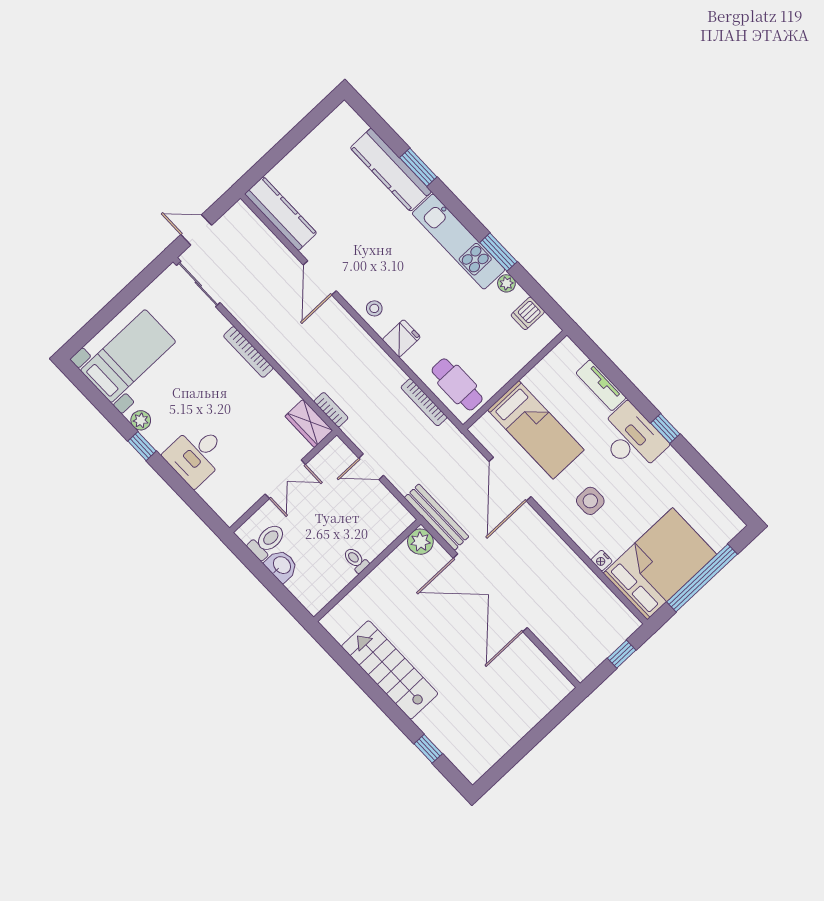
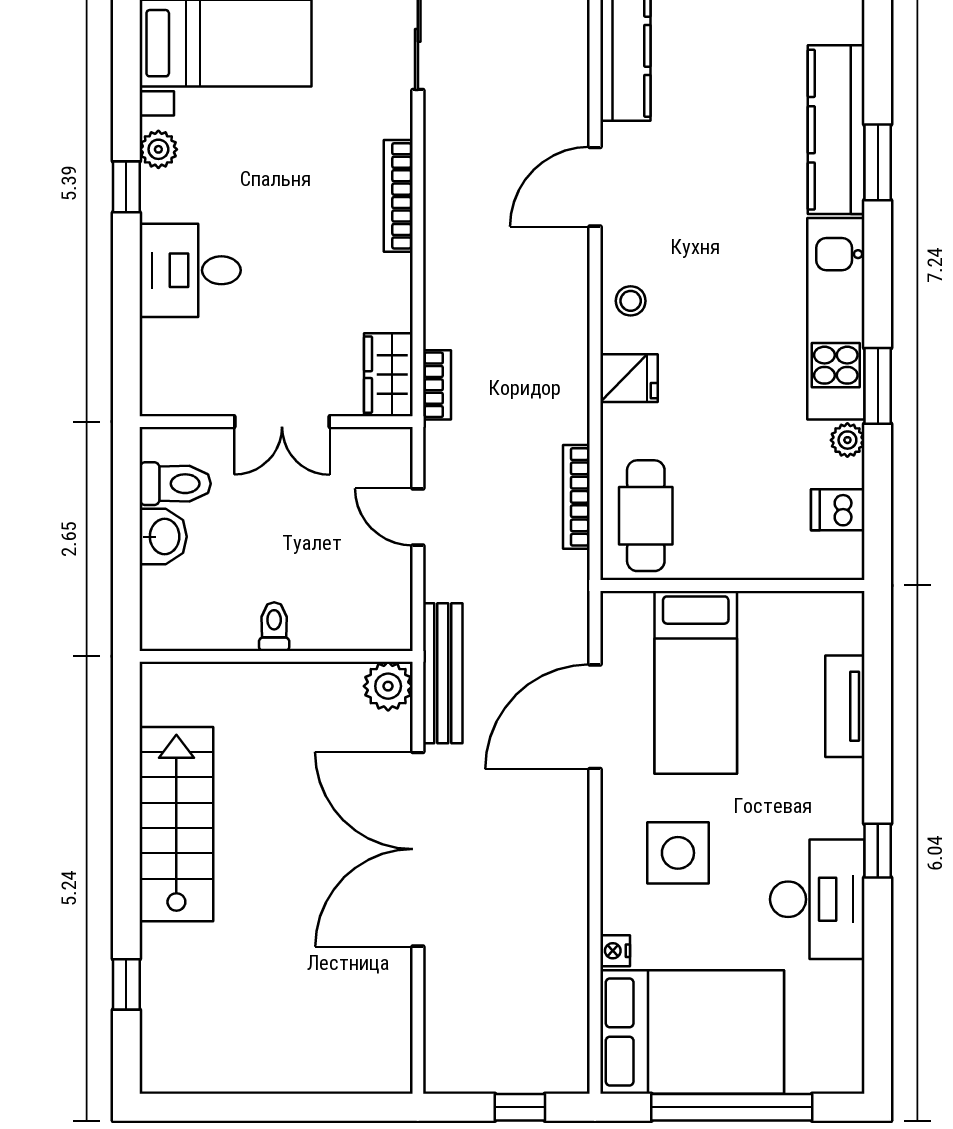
desk: (632, 439) -> (817, 899), moved
side table: (590, 501) -> (678, 853), width x1.37, depth x1.37

